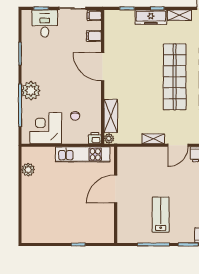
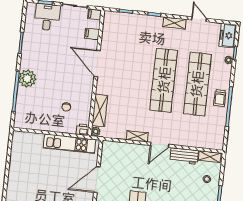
freezer: (151, 17) -> (147, 22), removed
corner desk: (46, 128) -> (37, 115), removed
plant: (28, 170) -> (17, 152), removed

